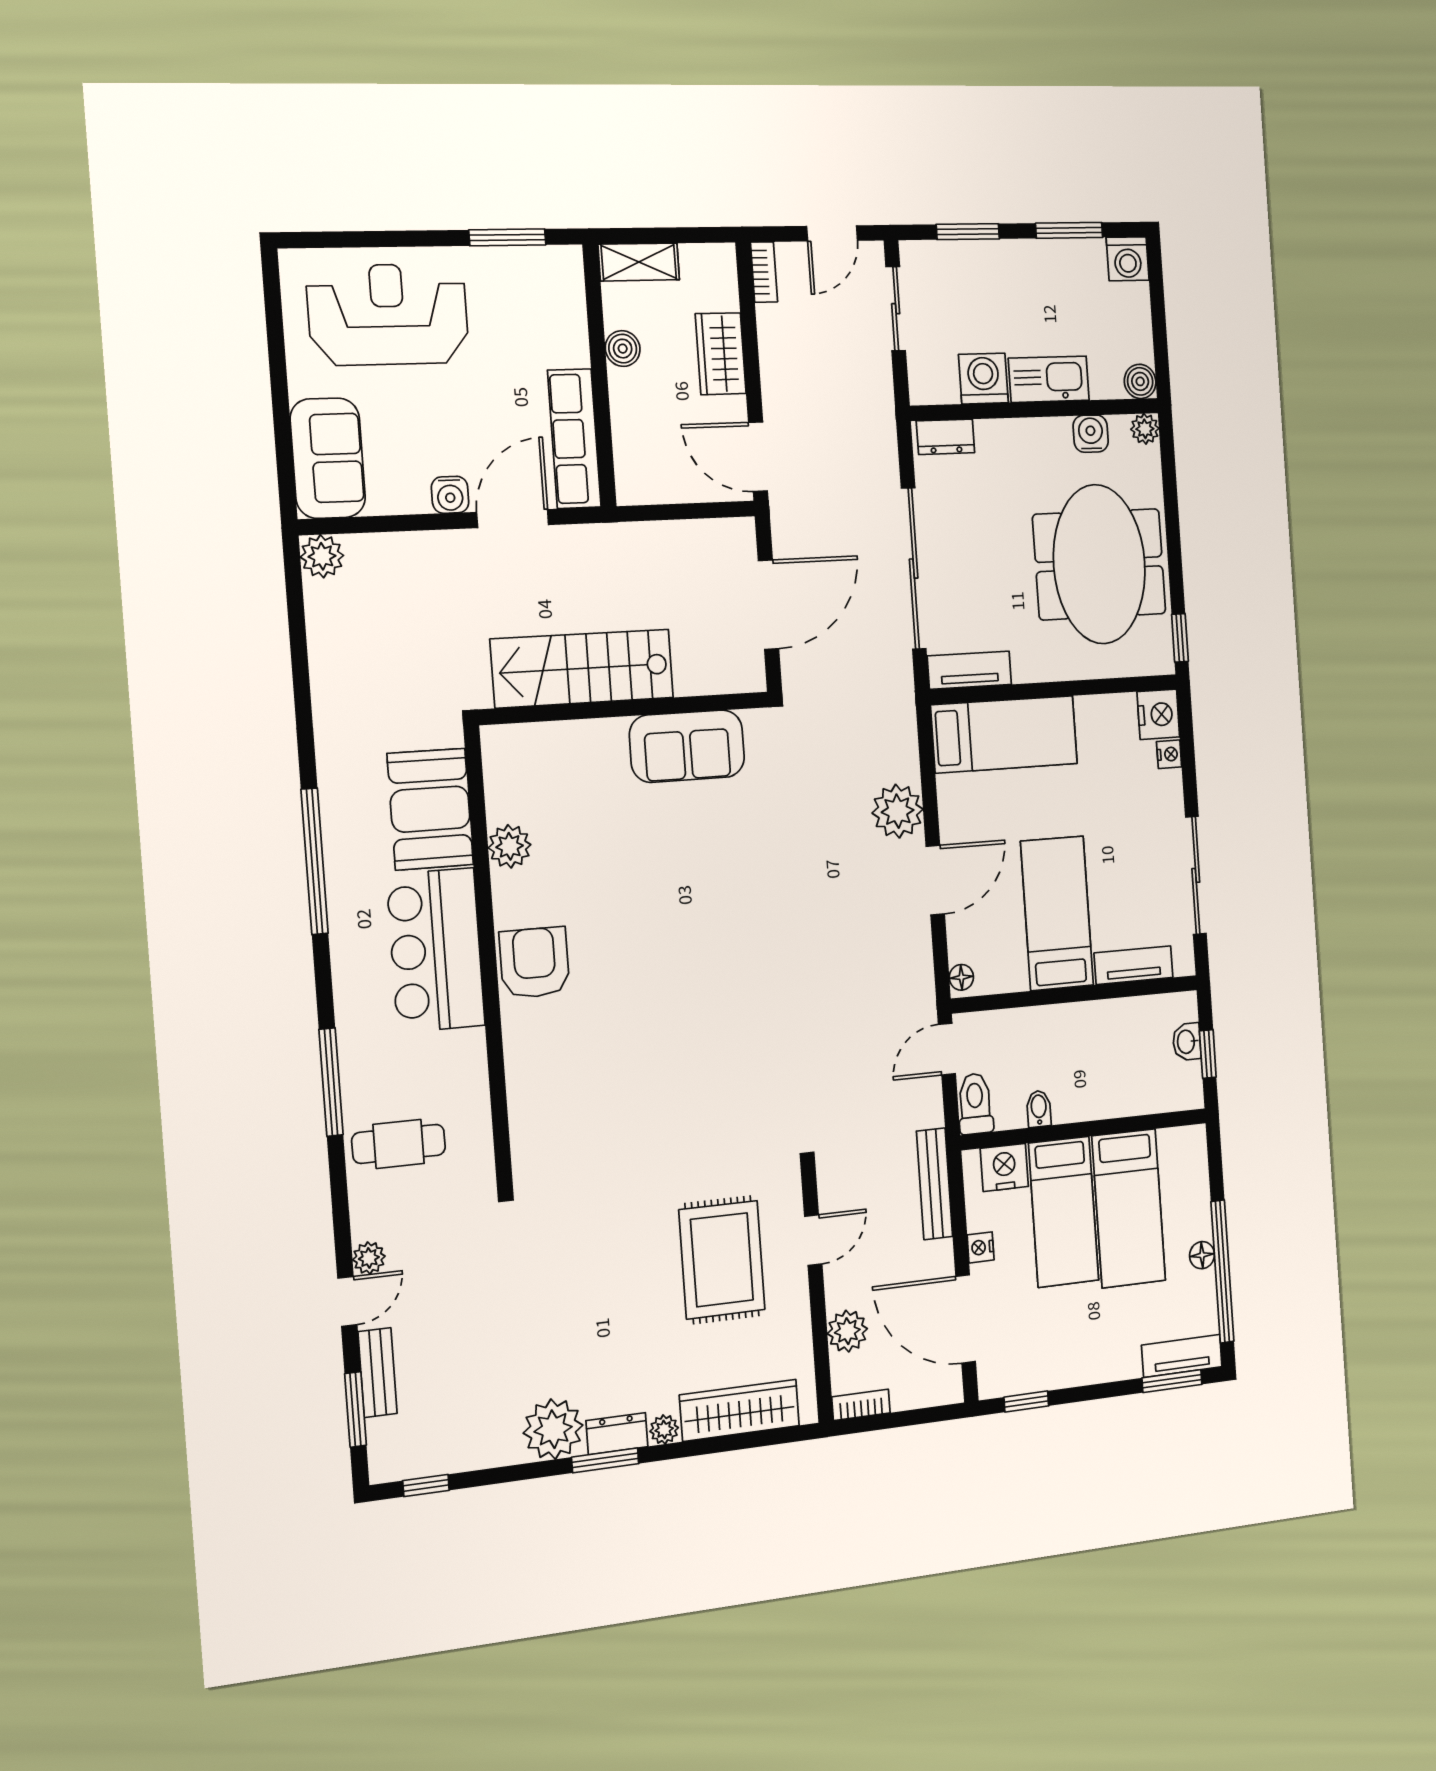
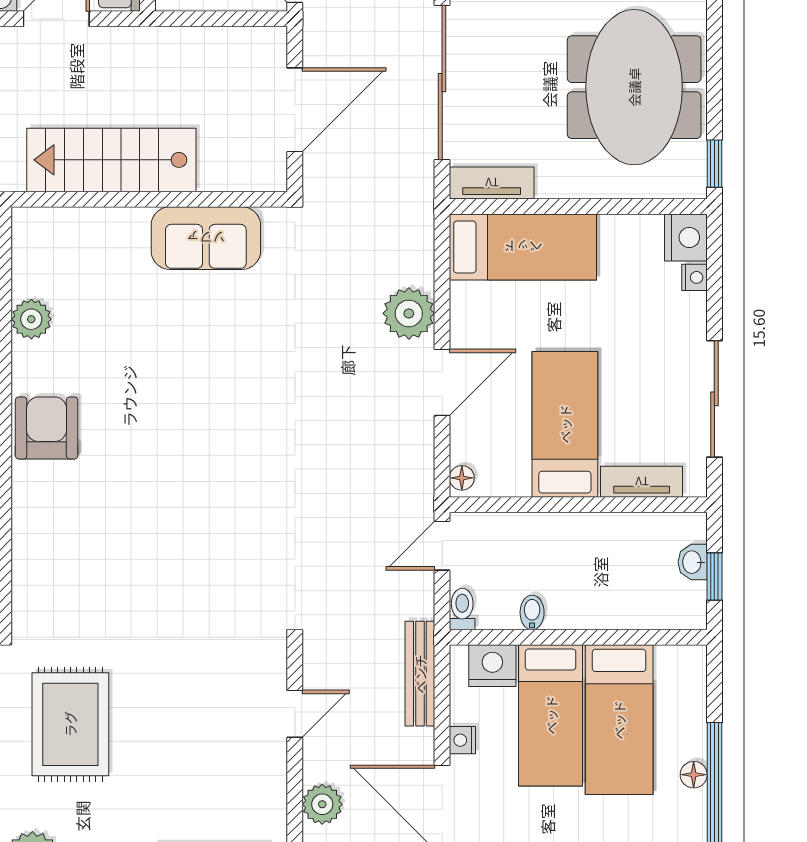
toilet: (975, 1104) -> (462, 609), width x0.73, depth x0.72
rug: (722, 1260) -> (70, 724), moved

